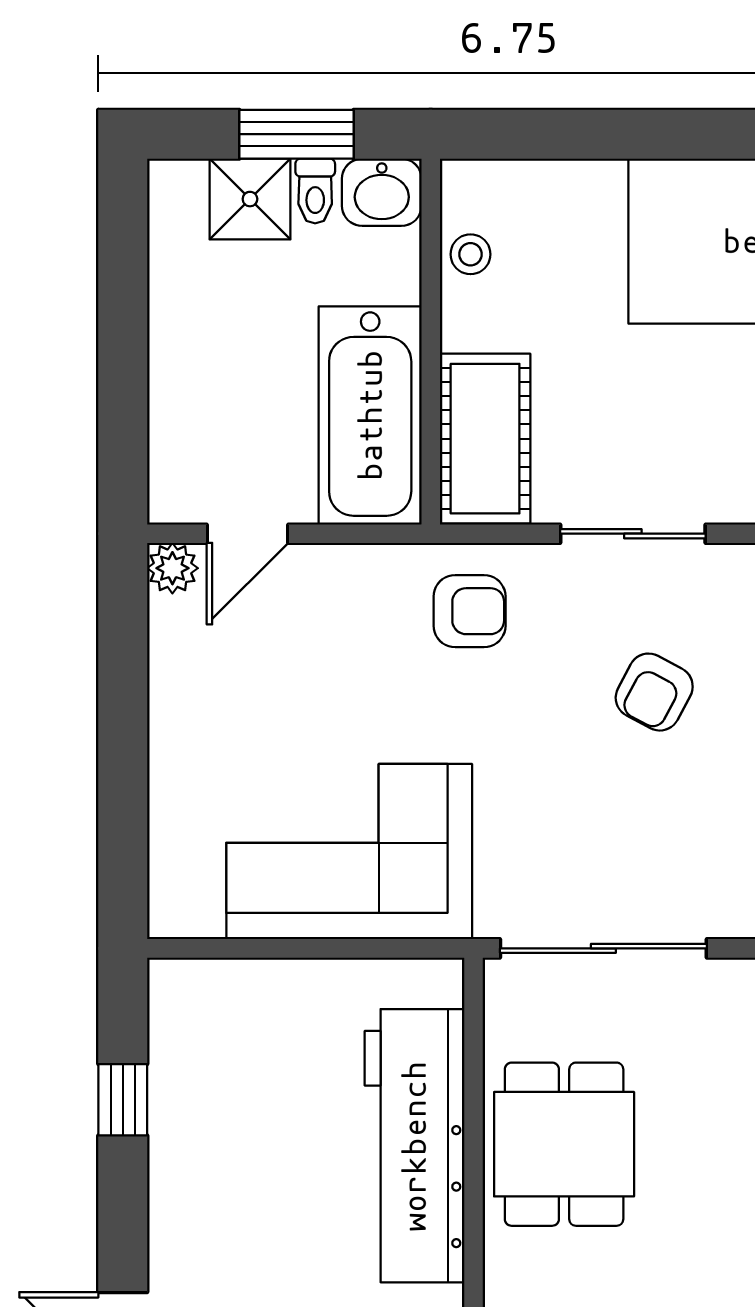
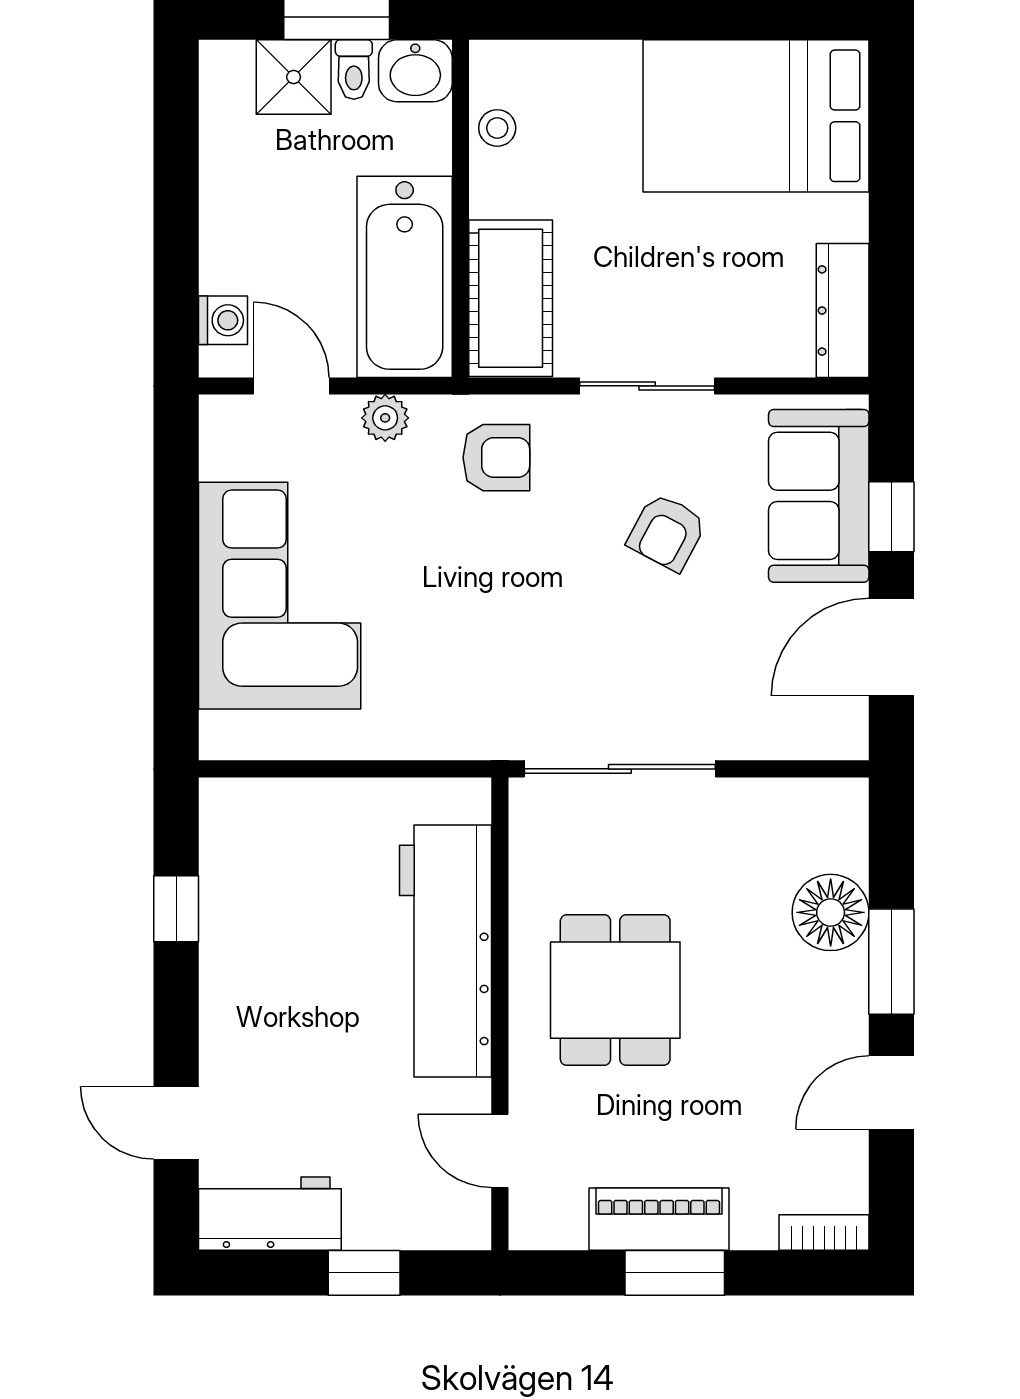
washing machine: (173, 463) -> (223, 320), added
door: (247, 534) -> (291, 386), swing flipped
plant: (172, 568) -> (385, 418), moved
corner sofa: (349, 852) -> (280, 596), moved, turned 90
dining table: (564, 1144) -> (615, 990), moved

